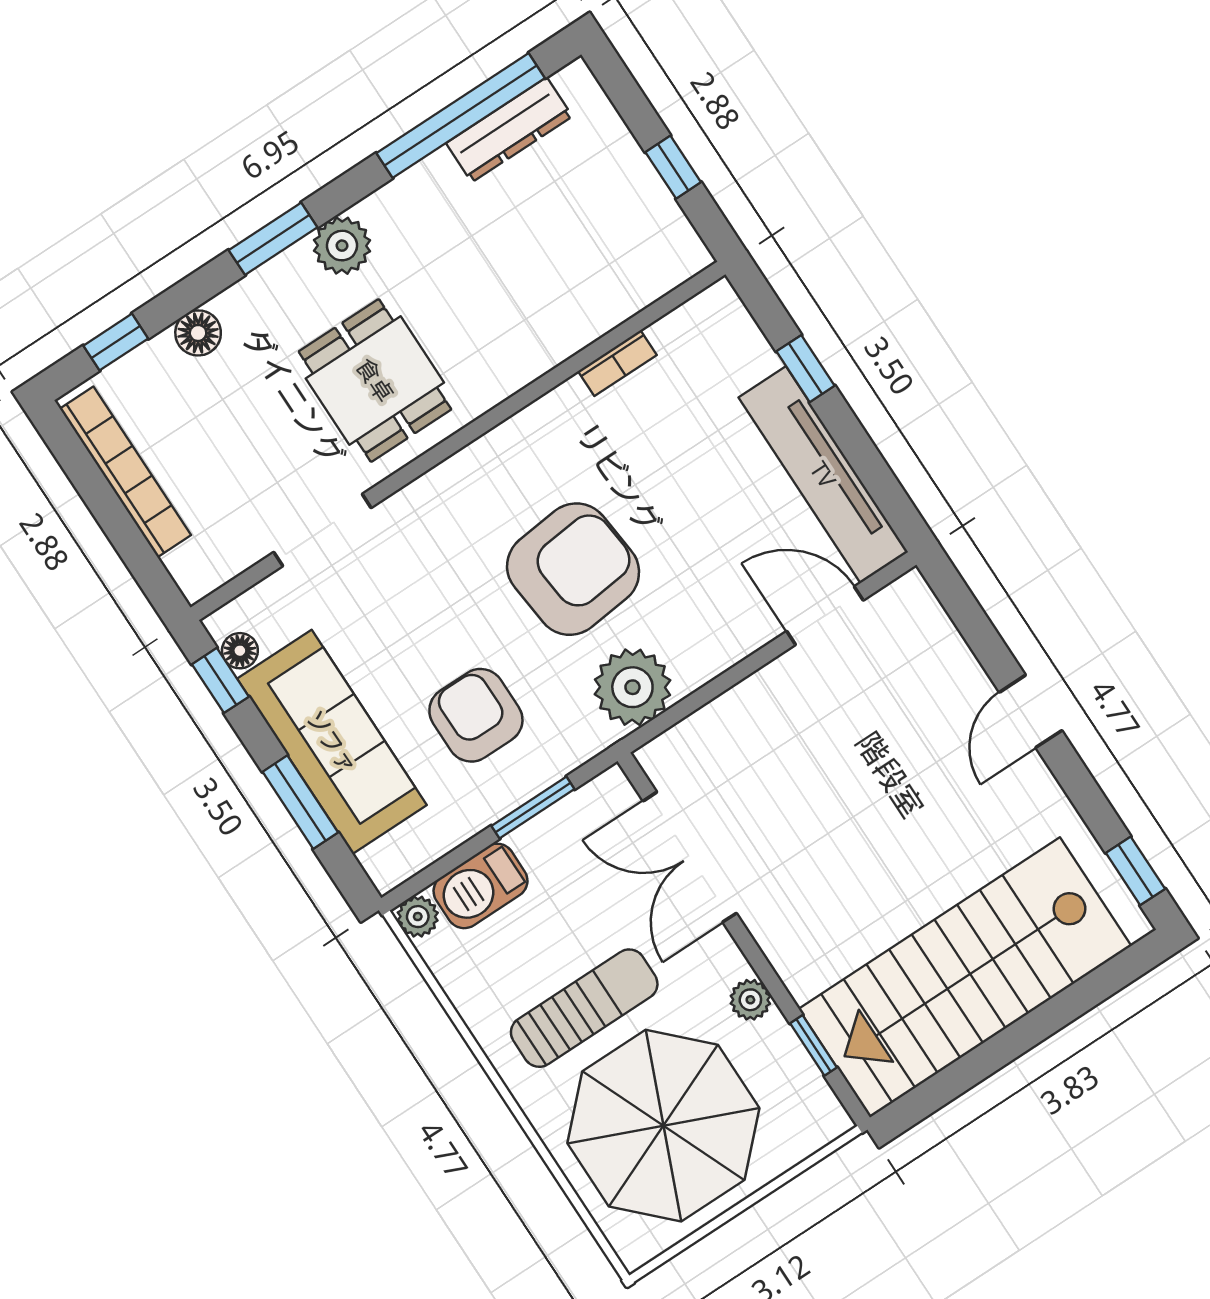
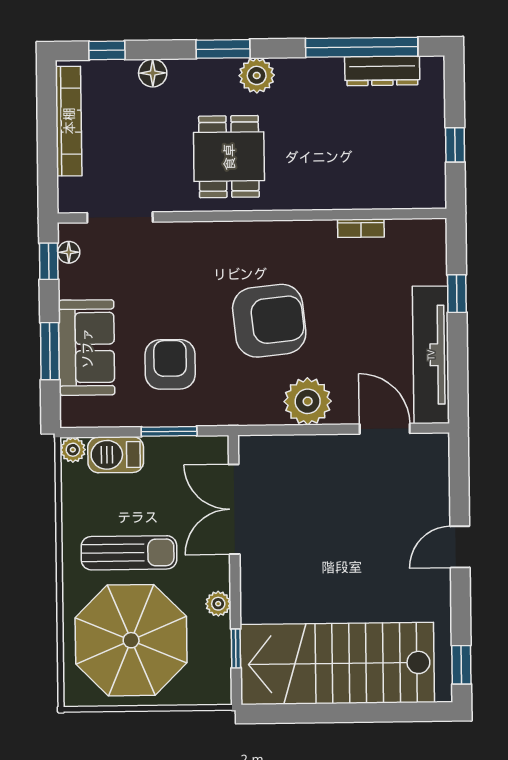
doorway: (322, 530) -> (120, 217), moved
plant: (632, 687) -> (308, 401), moved
sofa: (332, 742) -> (87, 348), width x0.73

